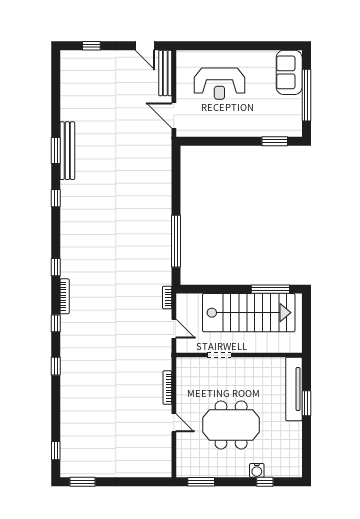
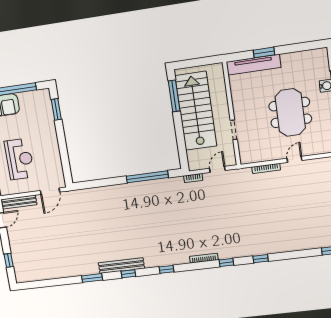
bench: (67, 151) -> (121, 266), moved
window: (56, 267) -> (166, 269), moved

